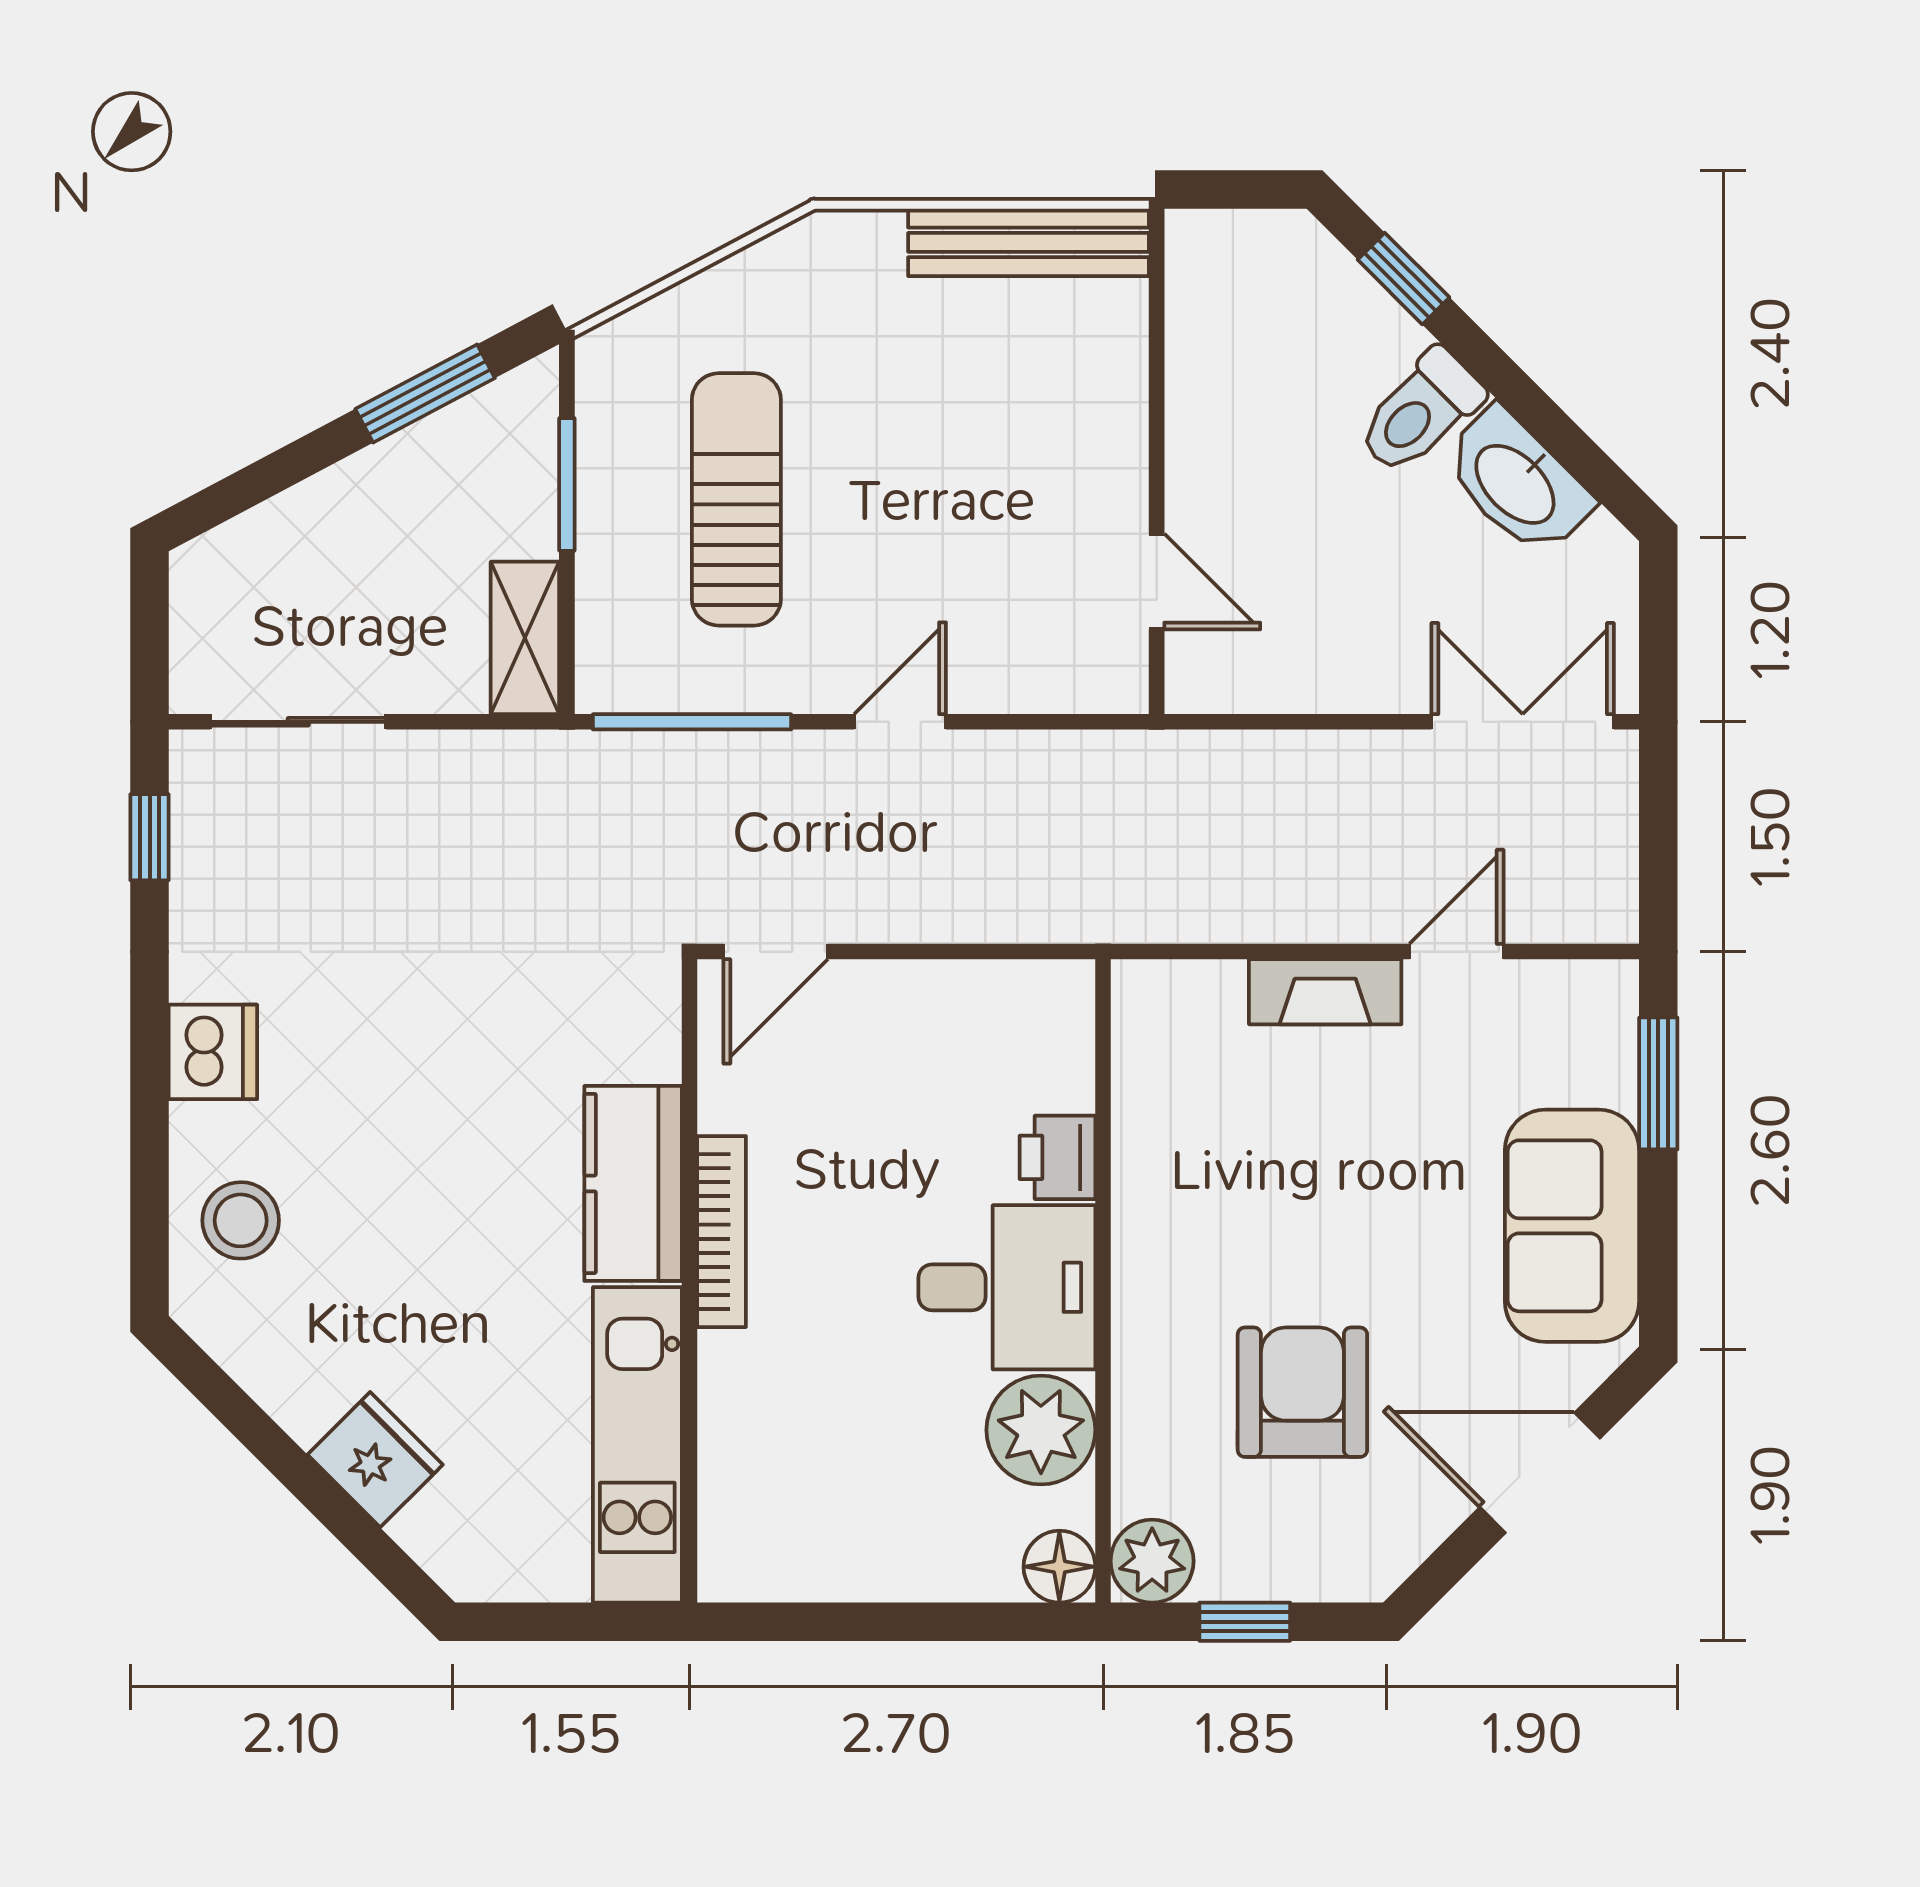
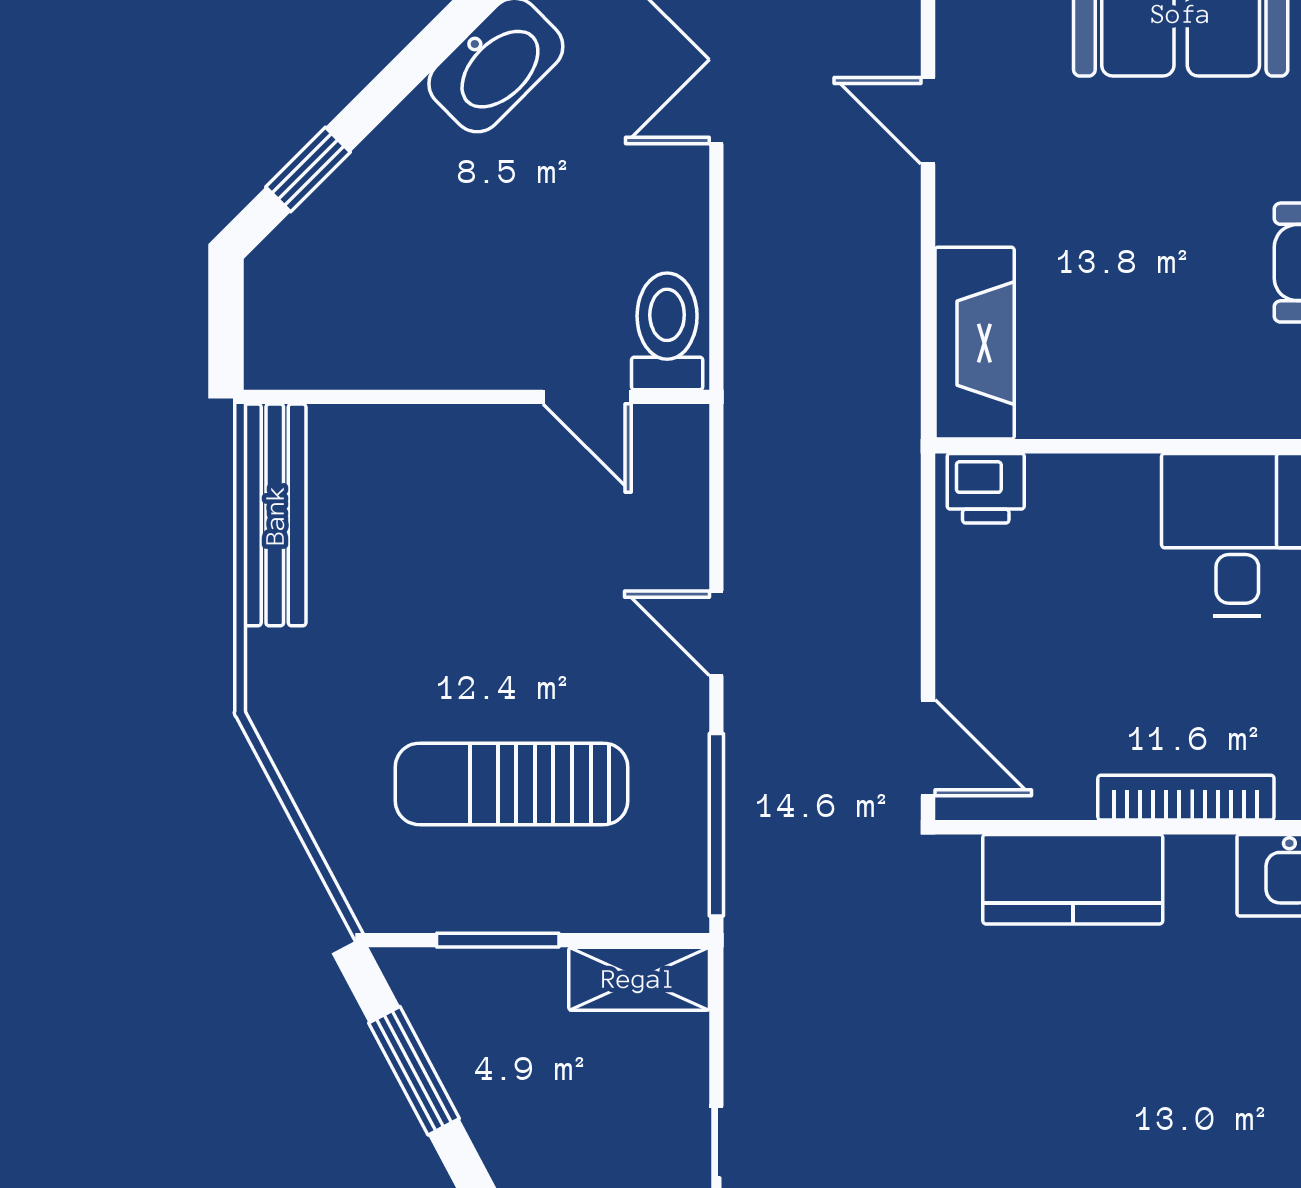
toilet: (1420, 412) -> (667, 331), moved, turned -135
door: (1157, 581) -> (587, 397), swing flipped
fireplace: (1325, 992) -> (975, 343), moved, width x1.37, depth x1.32
printer: (1057, 1157) -> (986, 488), moved
kitchen counter: (633, 1183) -> (1073, 879), moved

